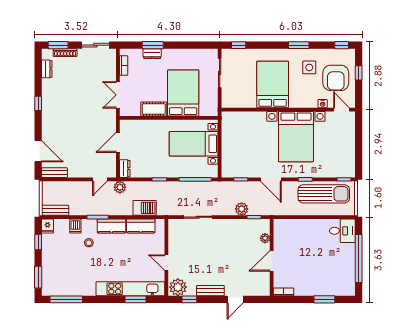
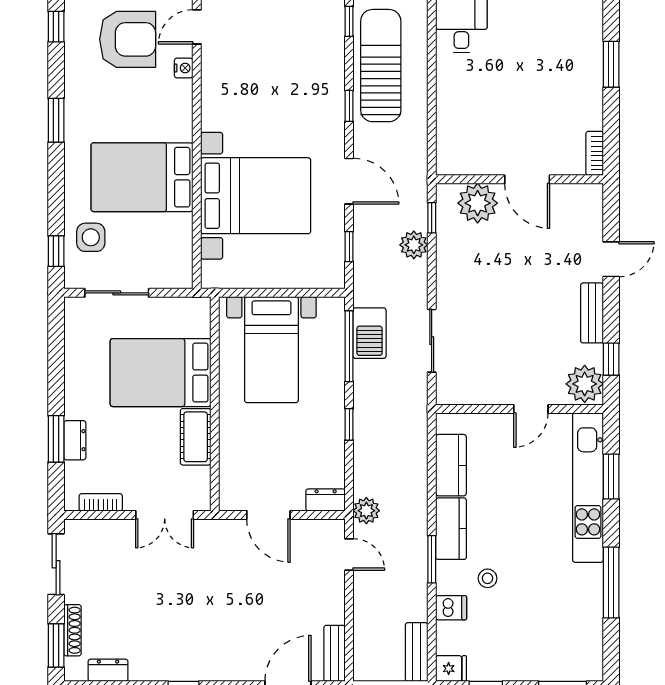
side table: (309, 67) -> (91, 237), moved
bed with nightstands: (296, 137) -> (256, 196), moved
door: (271, 179) -> (349, 181), hinge flipped
barbecue: (145, 208) -> (369, 333), moved, turned 180
plant: (265, 238) -> (478, 203), width x1.87, depth x1.87
window: (66, 299) -> (611, 582), moved
door: (235, 299) -> (611, 259), hinge flipped

